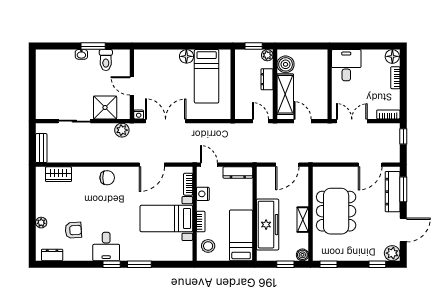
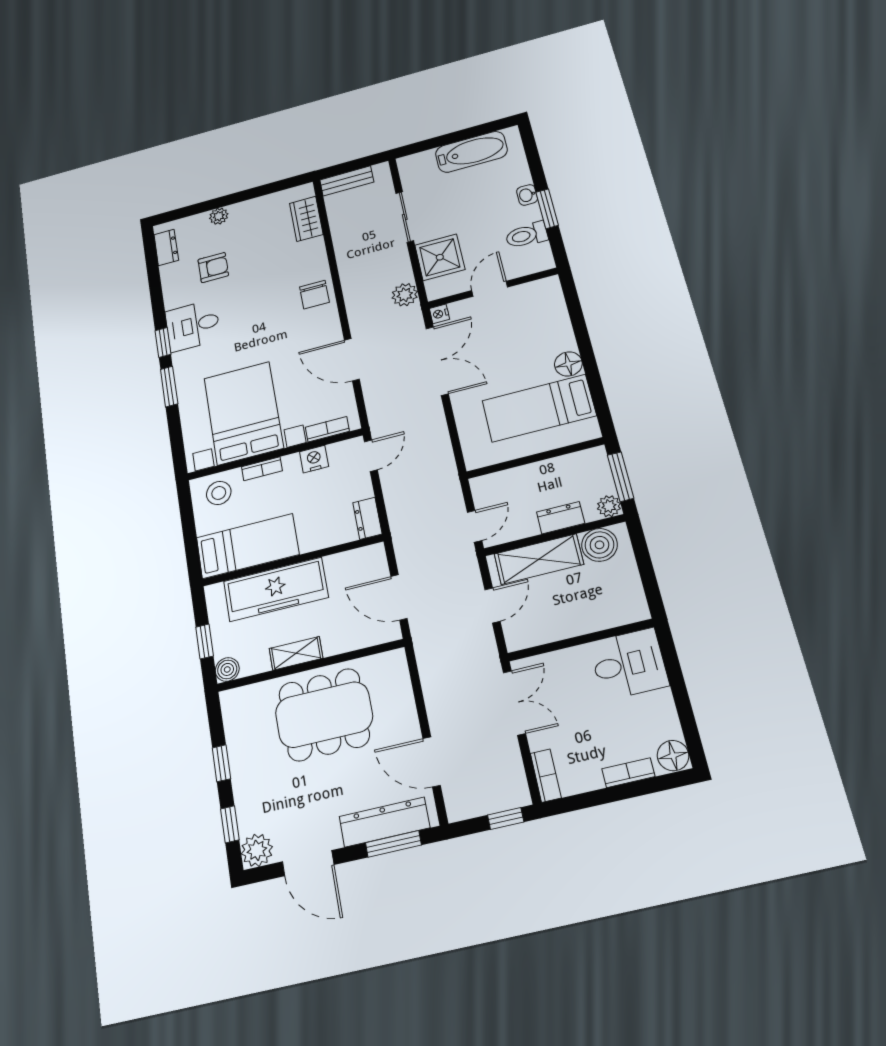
window: (254, 46) -> (621, 477), width x1.50
bathtub: (45, 78) -> (471, 152), added
dresser: (238, 173) -> (367, 518), width x0.70
bed with nightstands: (166, 219) -> (243, 413), width x1.36
armchair: (73, 230) -> (213, 268), turned -86
window: (328, 264) -> (221, 763), moved

